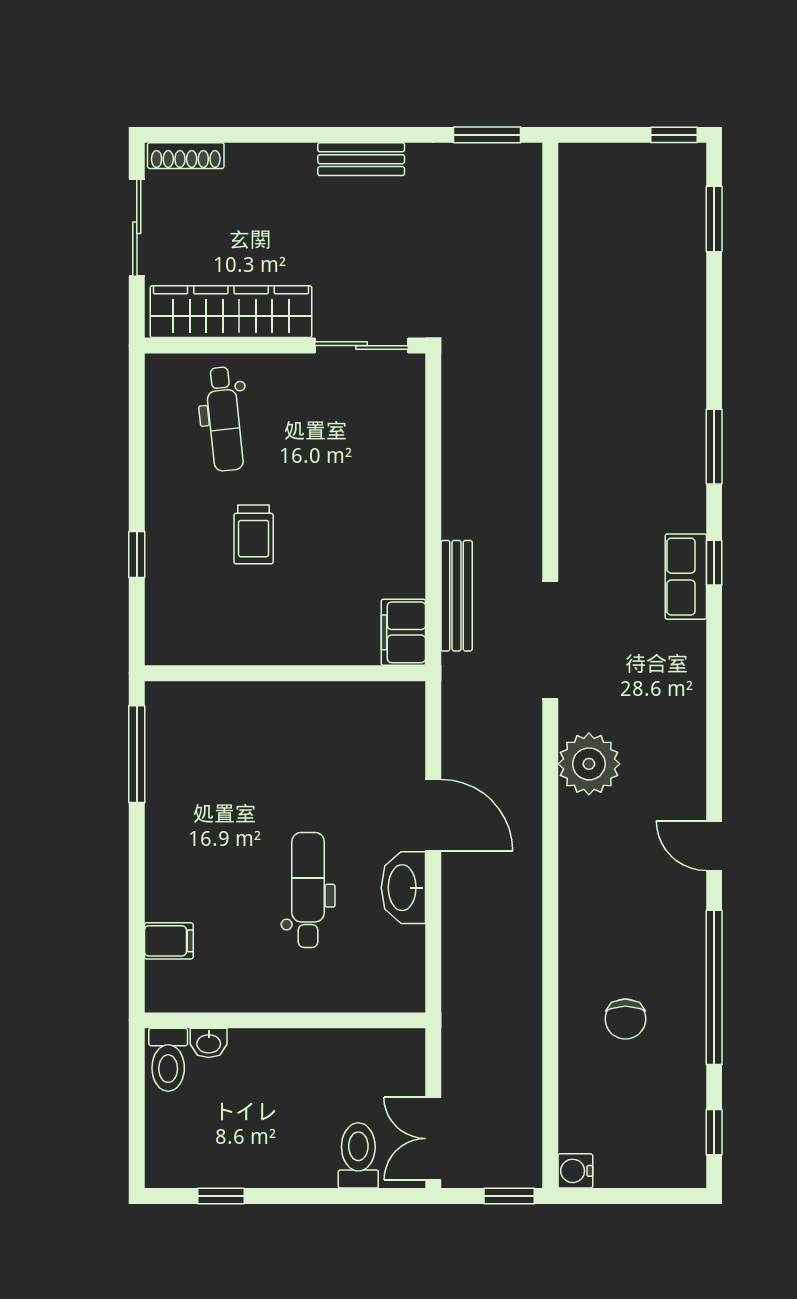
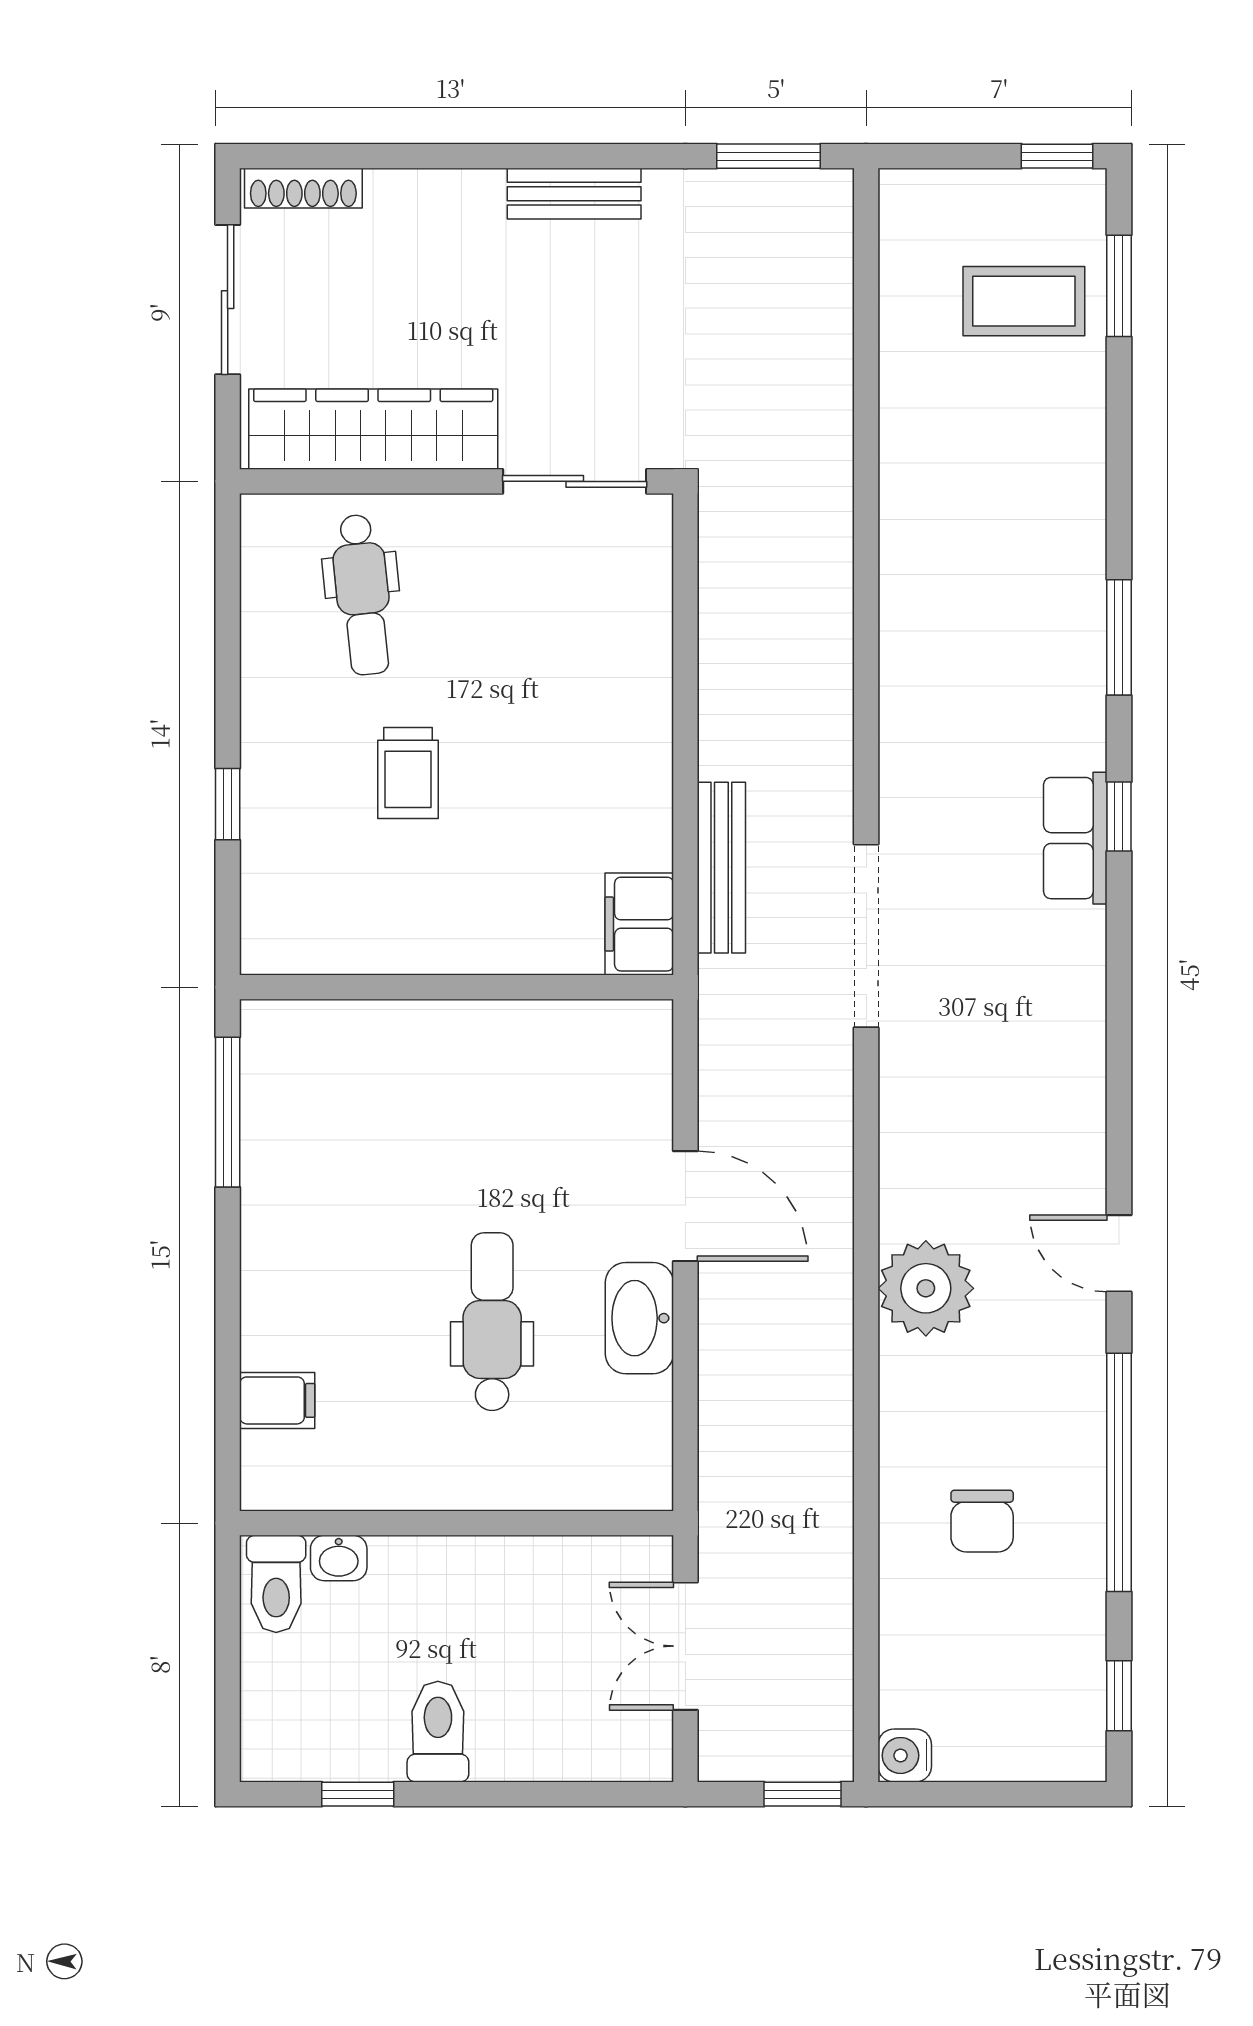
coffee table: (653, 229) -> (1024, 301), added
plant: (589, 764) -> (926, 1288), moved
double door: (433, 1139) -> (685, 1646), moved
toilet: (358, 1155) -> (438, 1732), moved

